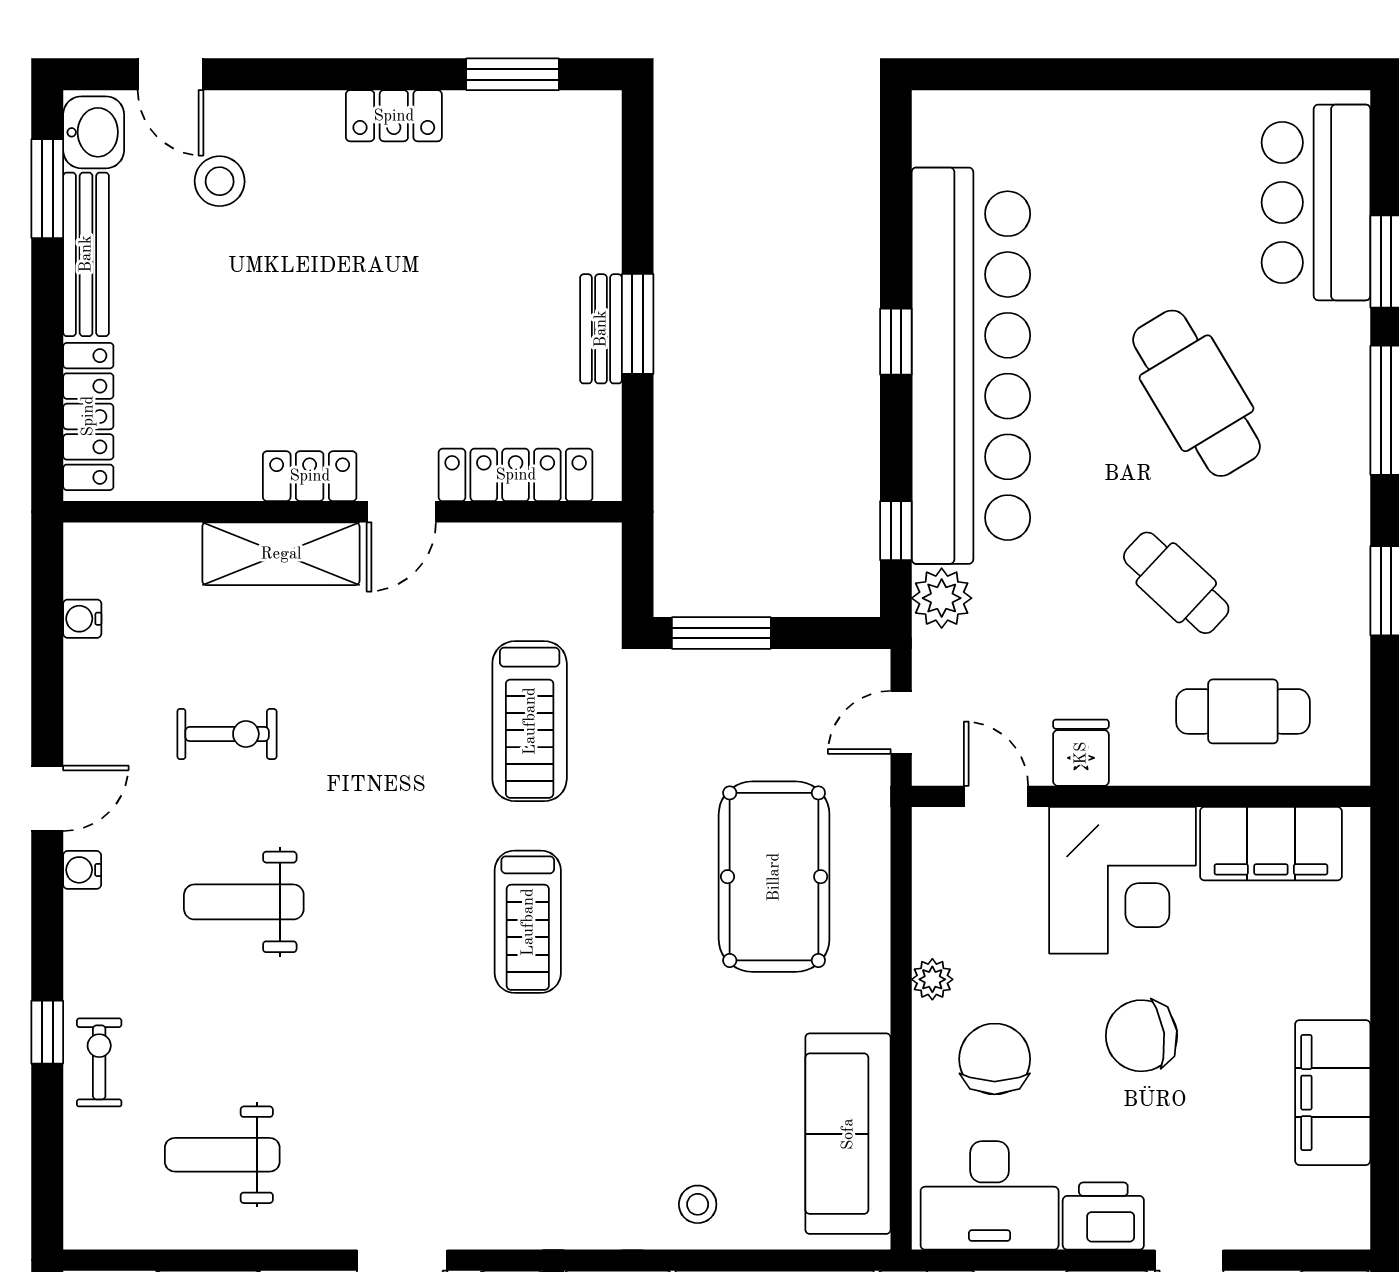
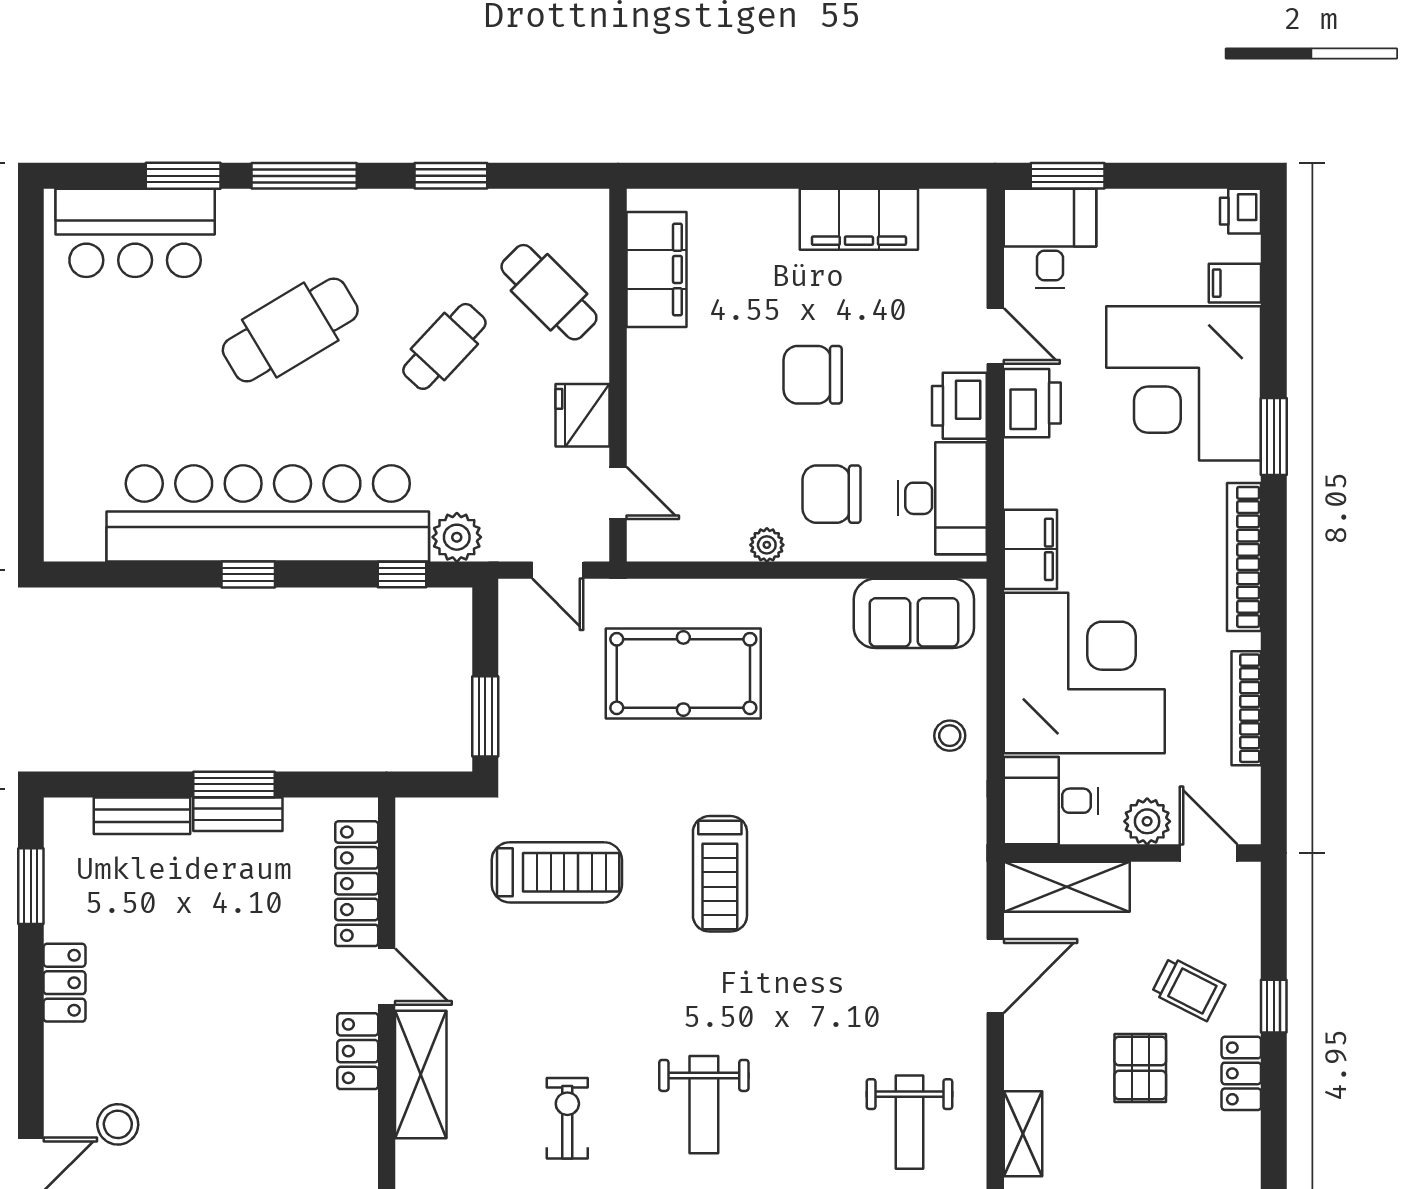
bench: (599, 211) -> (142, 816), added
cafe table: (1243, 711) -> (549, 292), turned -45
fridge: (1081, 753) -> (583, 415), width x1.38
door: (996, 796) -> (618, 493), swing flipped
corner desk: (1122, 880) -> (686, 390), removed
treadmill: (528, 922) -> (720, 874), turned 90
chair: (1141, 1036) -> (813, 375), turned 98
sofa: (848, 1134) -> (914, 613), width x0.73

